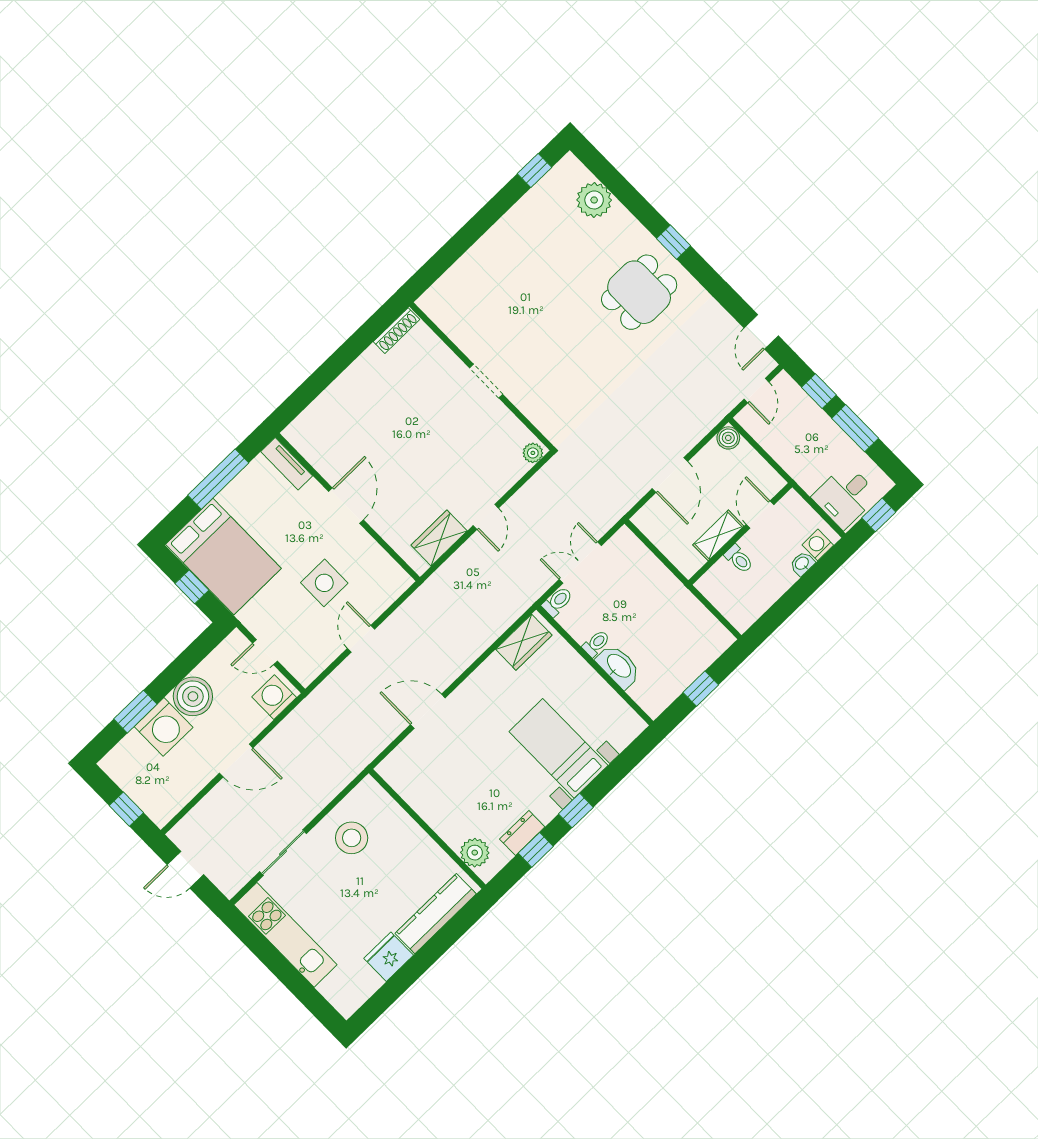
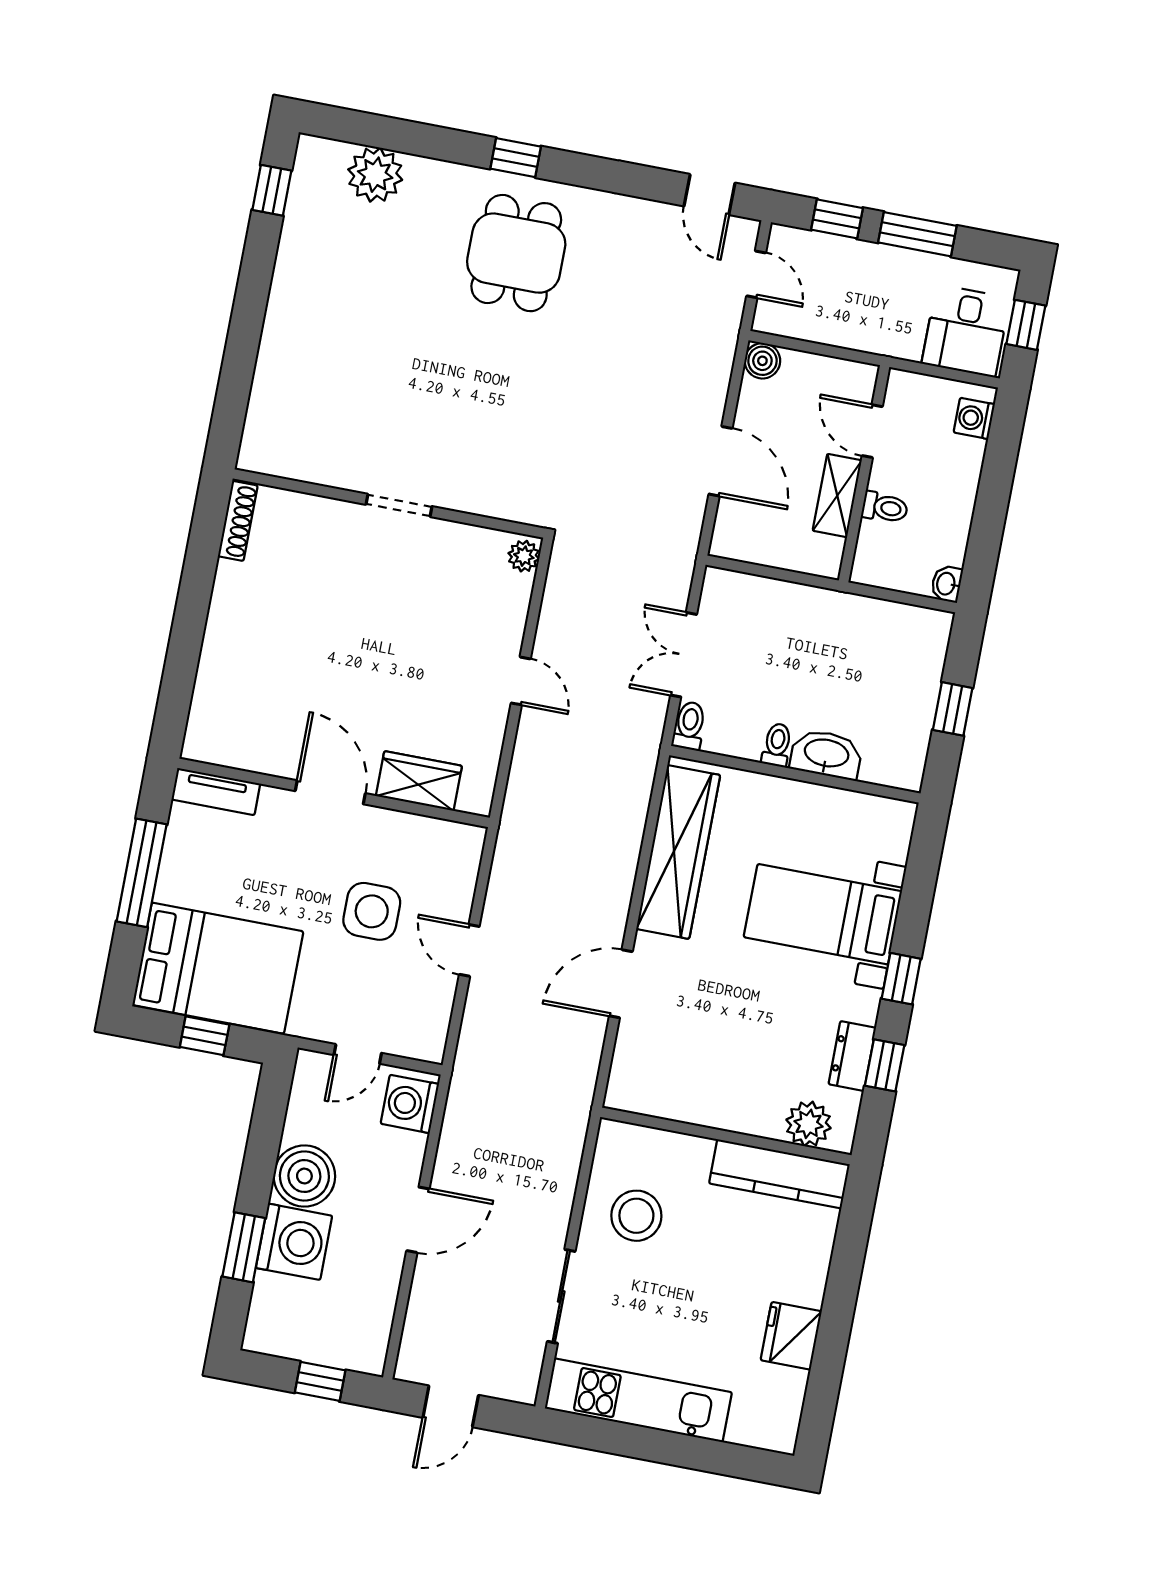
wardrobe: (439, 538) -> (419, 781), moved, turned 90
washbasin: (802, 564) -> (947, 584), moved
wardrobe: (524, 642) -> (678, 852), width x2.10, depth x1.17
kitchen counter: (436, 914) -> (779, 1174), moved, turned -90

